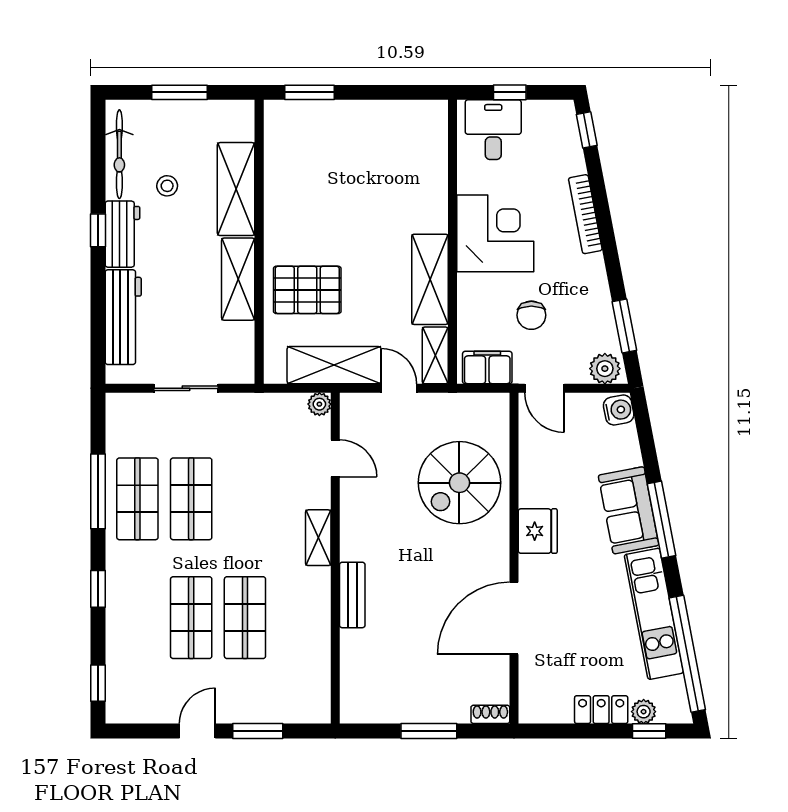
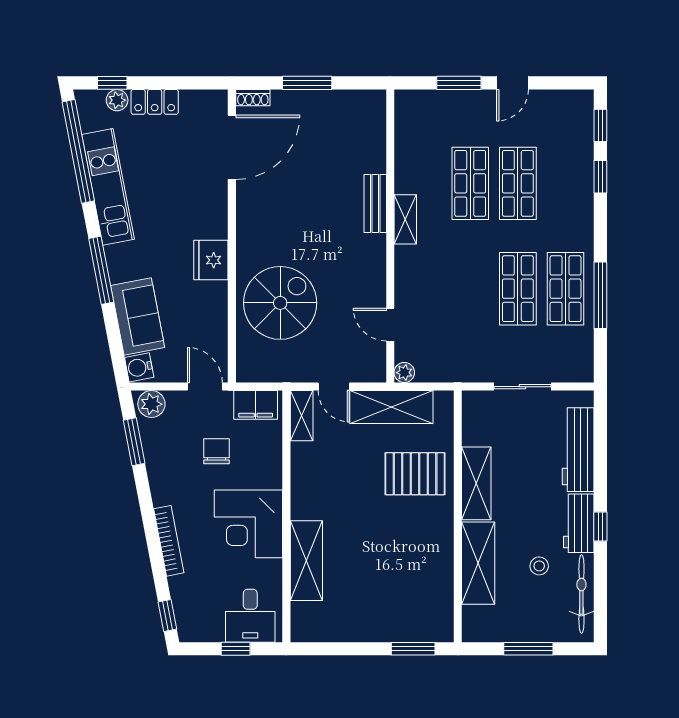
shelving: (430, 279) -> (306, 561), moved
sofa: (629, 510) -> (138, 316), moved
shelving: (318, 538) -> (405, 219), moved
window: (98, 589) -> (600, 177), moved
door: (514, 618) -> (232, 147), moved

